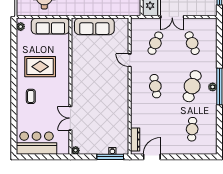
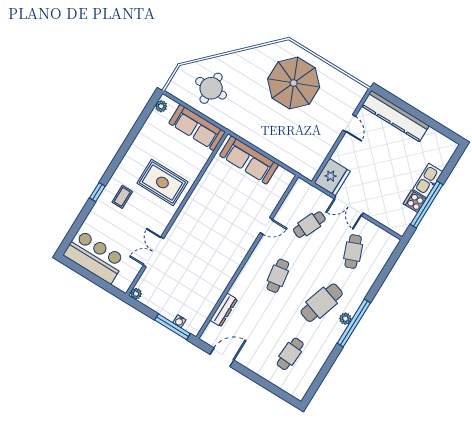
door: (130, 60) -> (266, 226), swing flipped
rug: (40, 67) -> (162, 182), moved
window: (14, 103) -> (97, 192), added
dresser: (135, 140) -> (224, 310), moved

